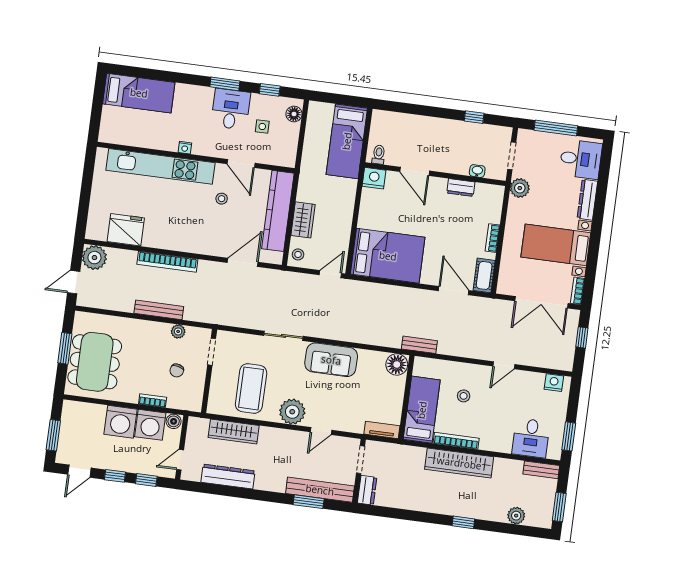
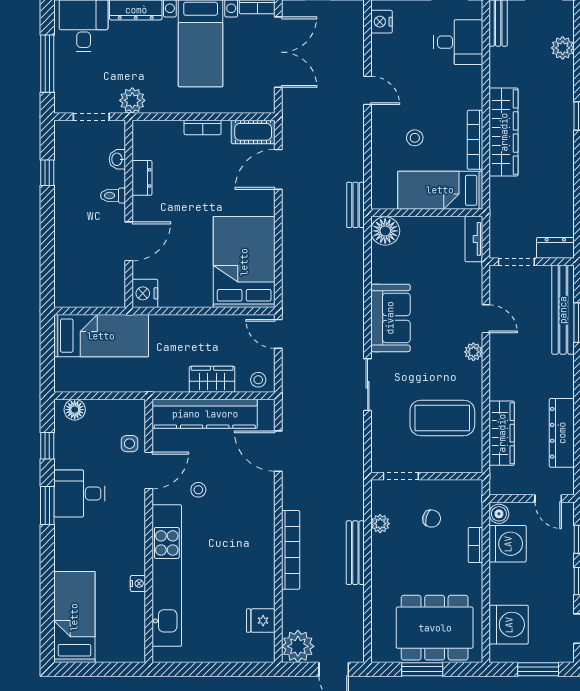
side table: (262, 126) -> (130, 444), moved
nightstand: (185, 148) -> (138, 583), moved
toilet: (379, 155) -> (113, 196), moved
fridge: (126, 230) -> (261, 621), width x0.53, depth x0.75
plant: (292, 412) -> (473, 352), width x0.53, depth x0.53
washing machine: (120, 422) -> (509, 625), moved

